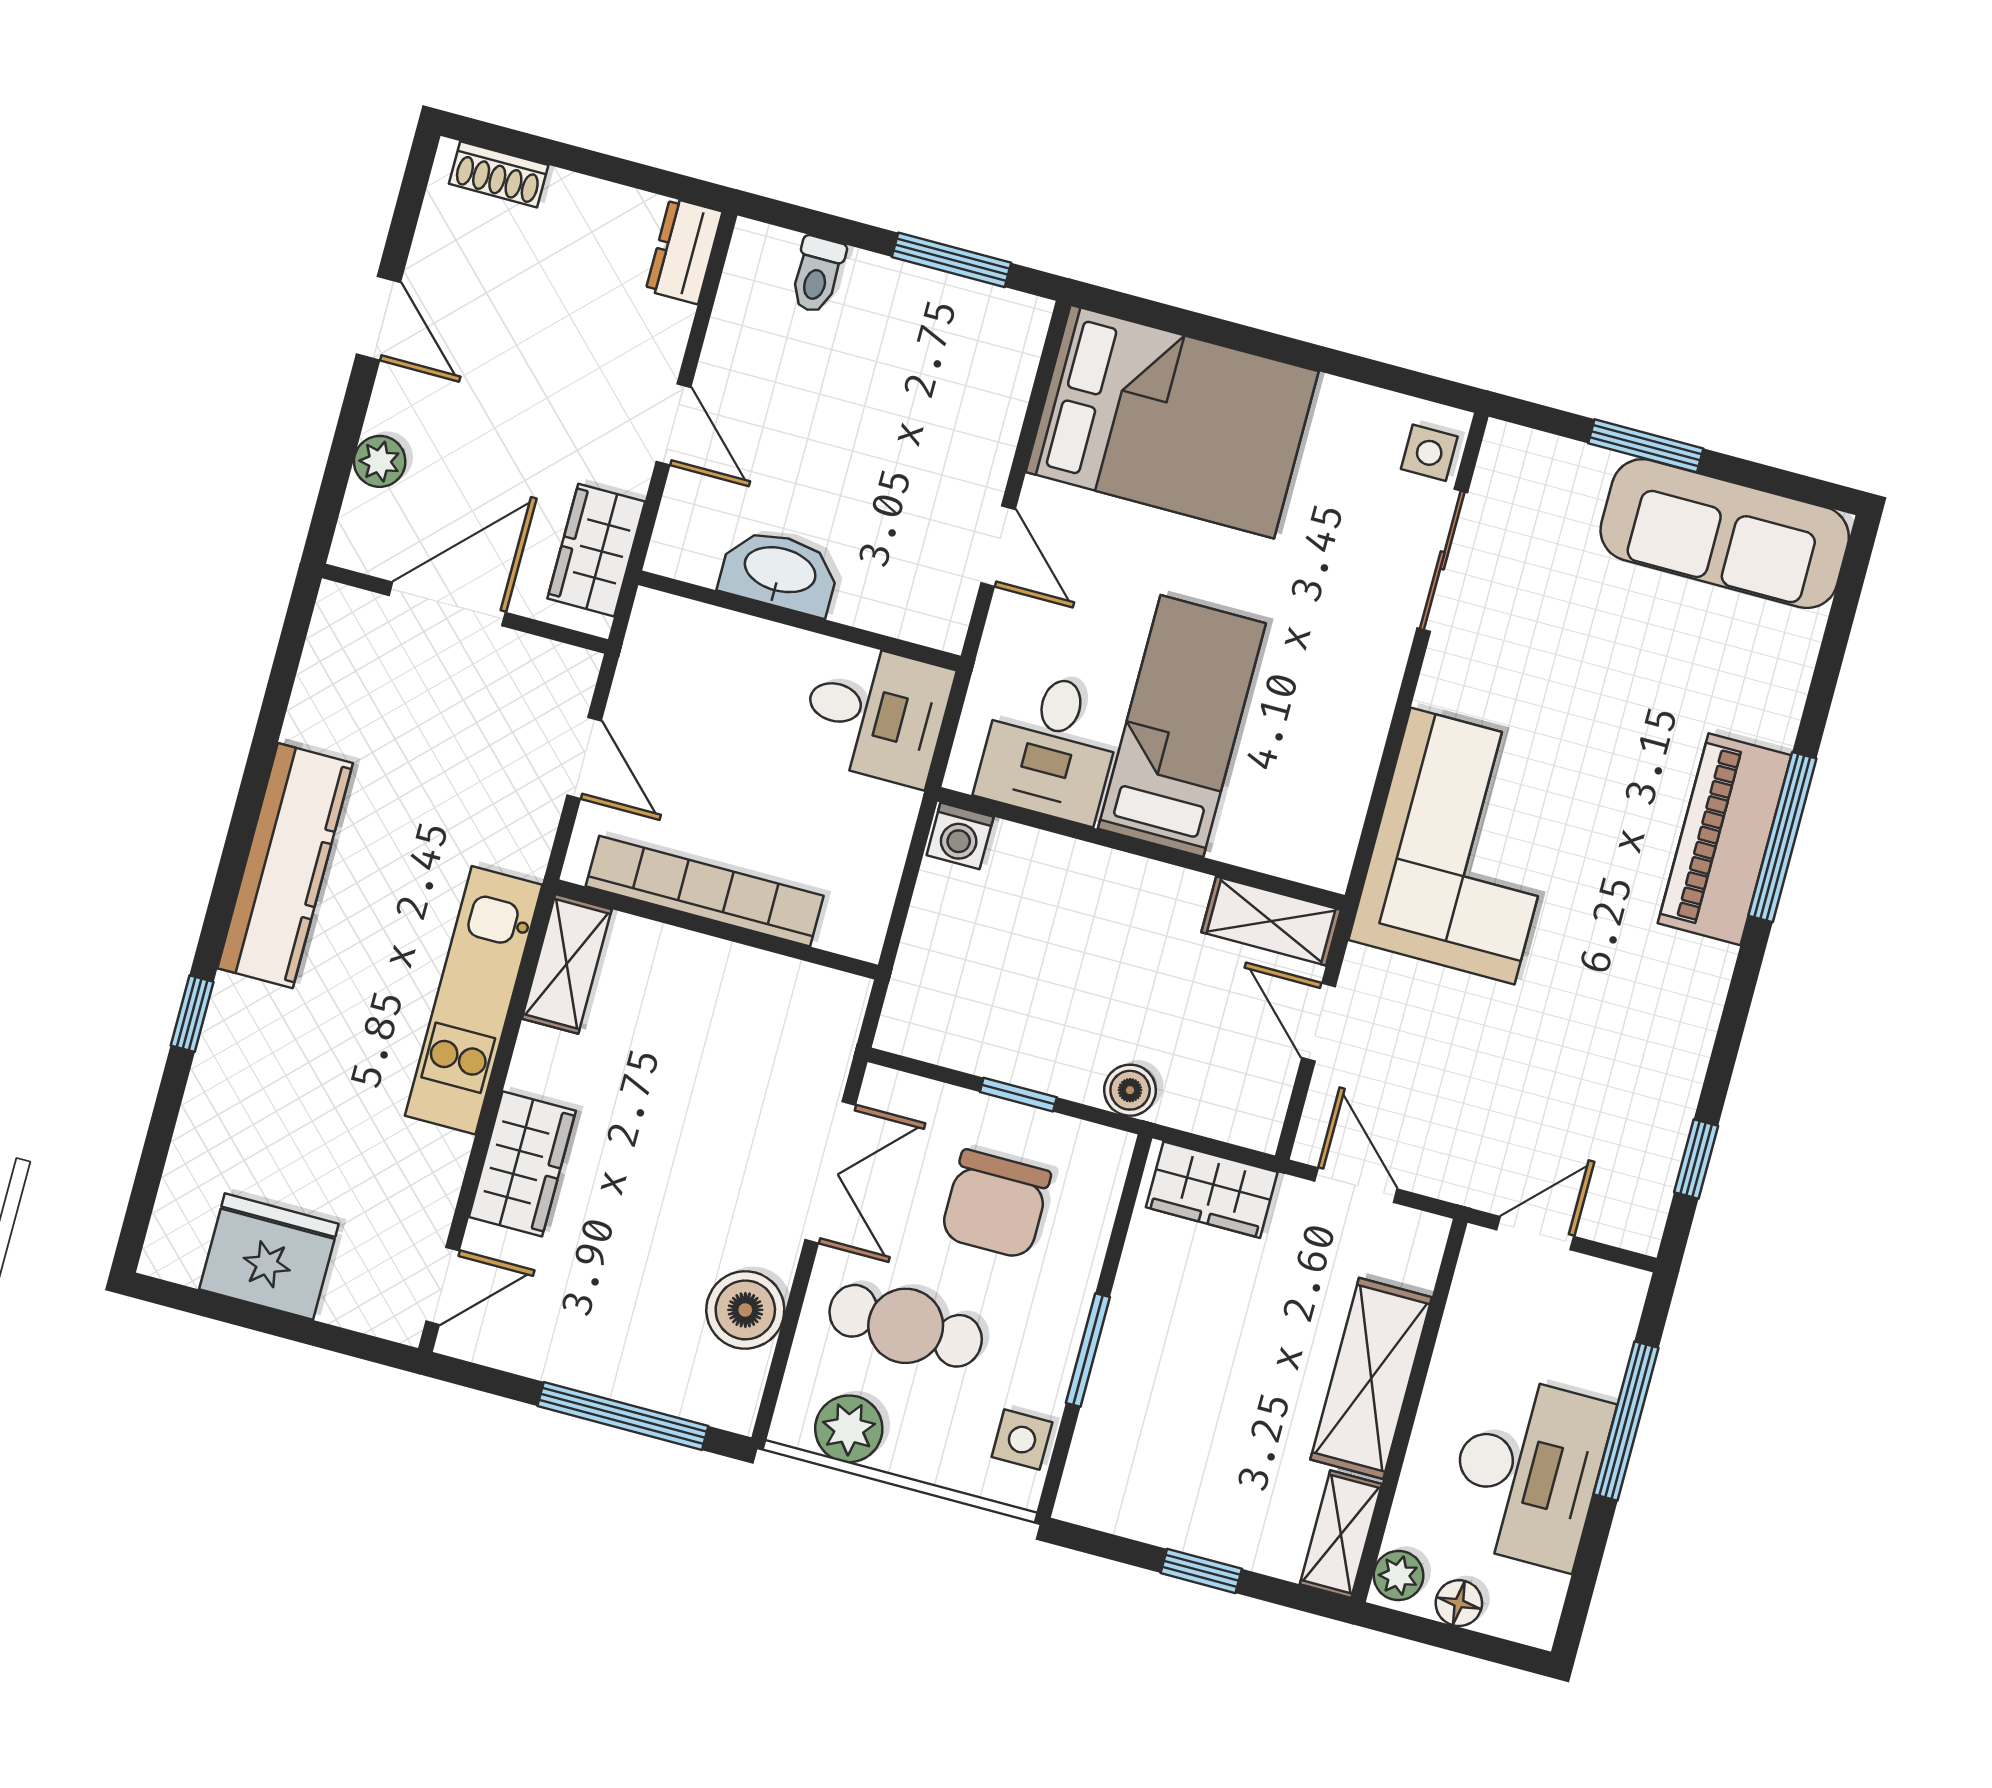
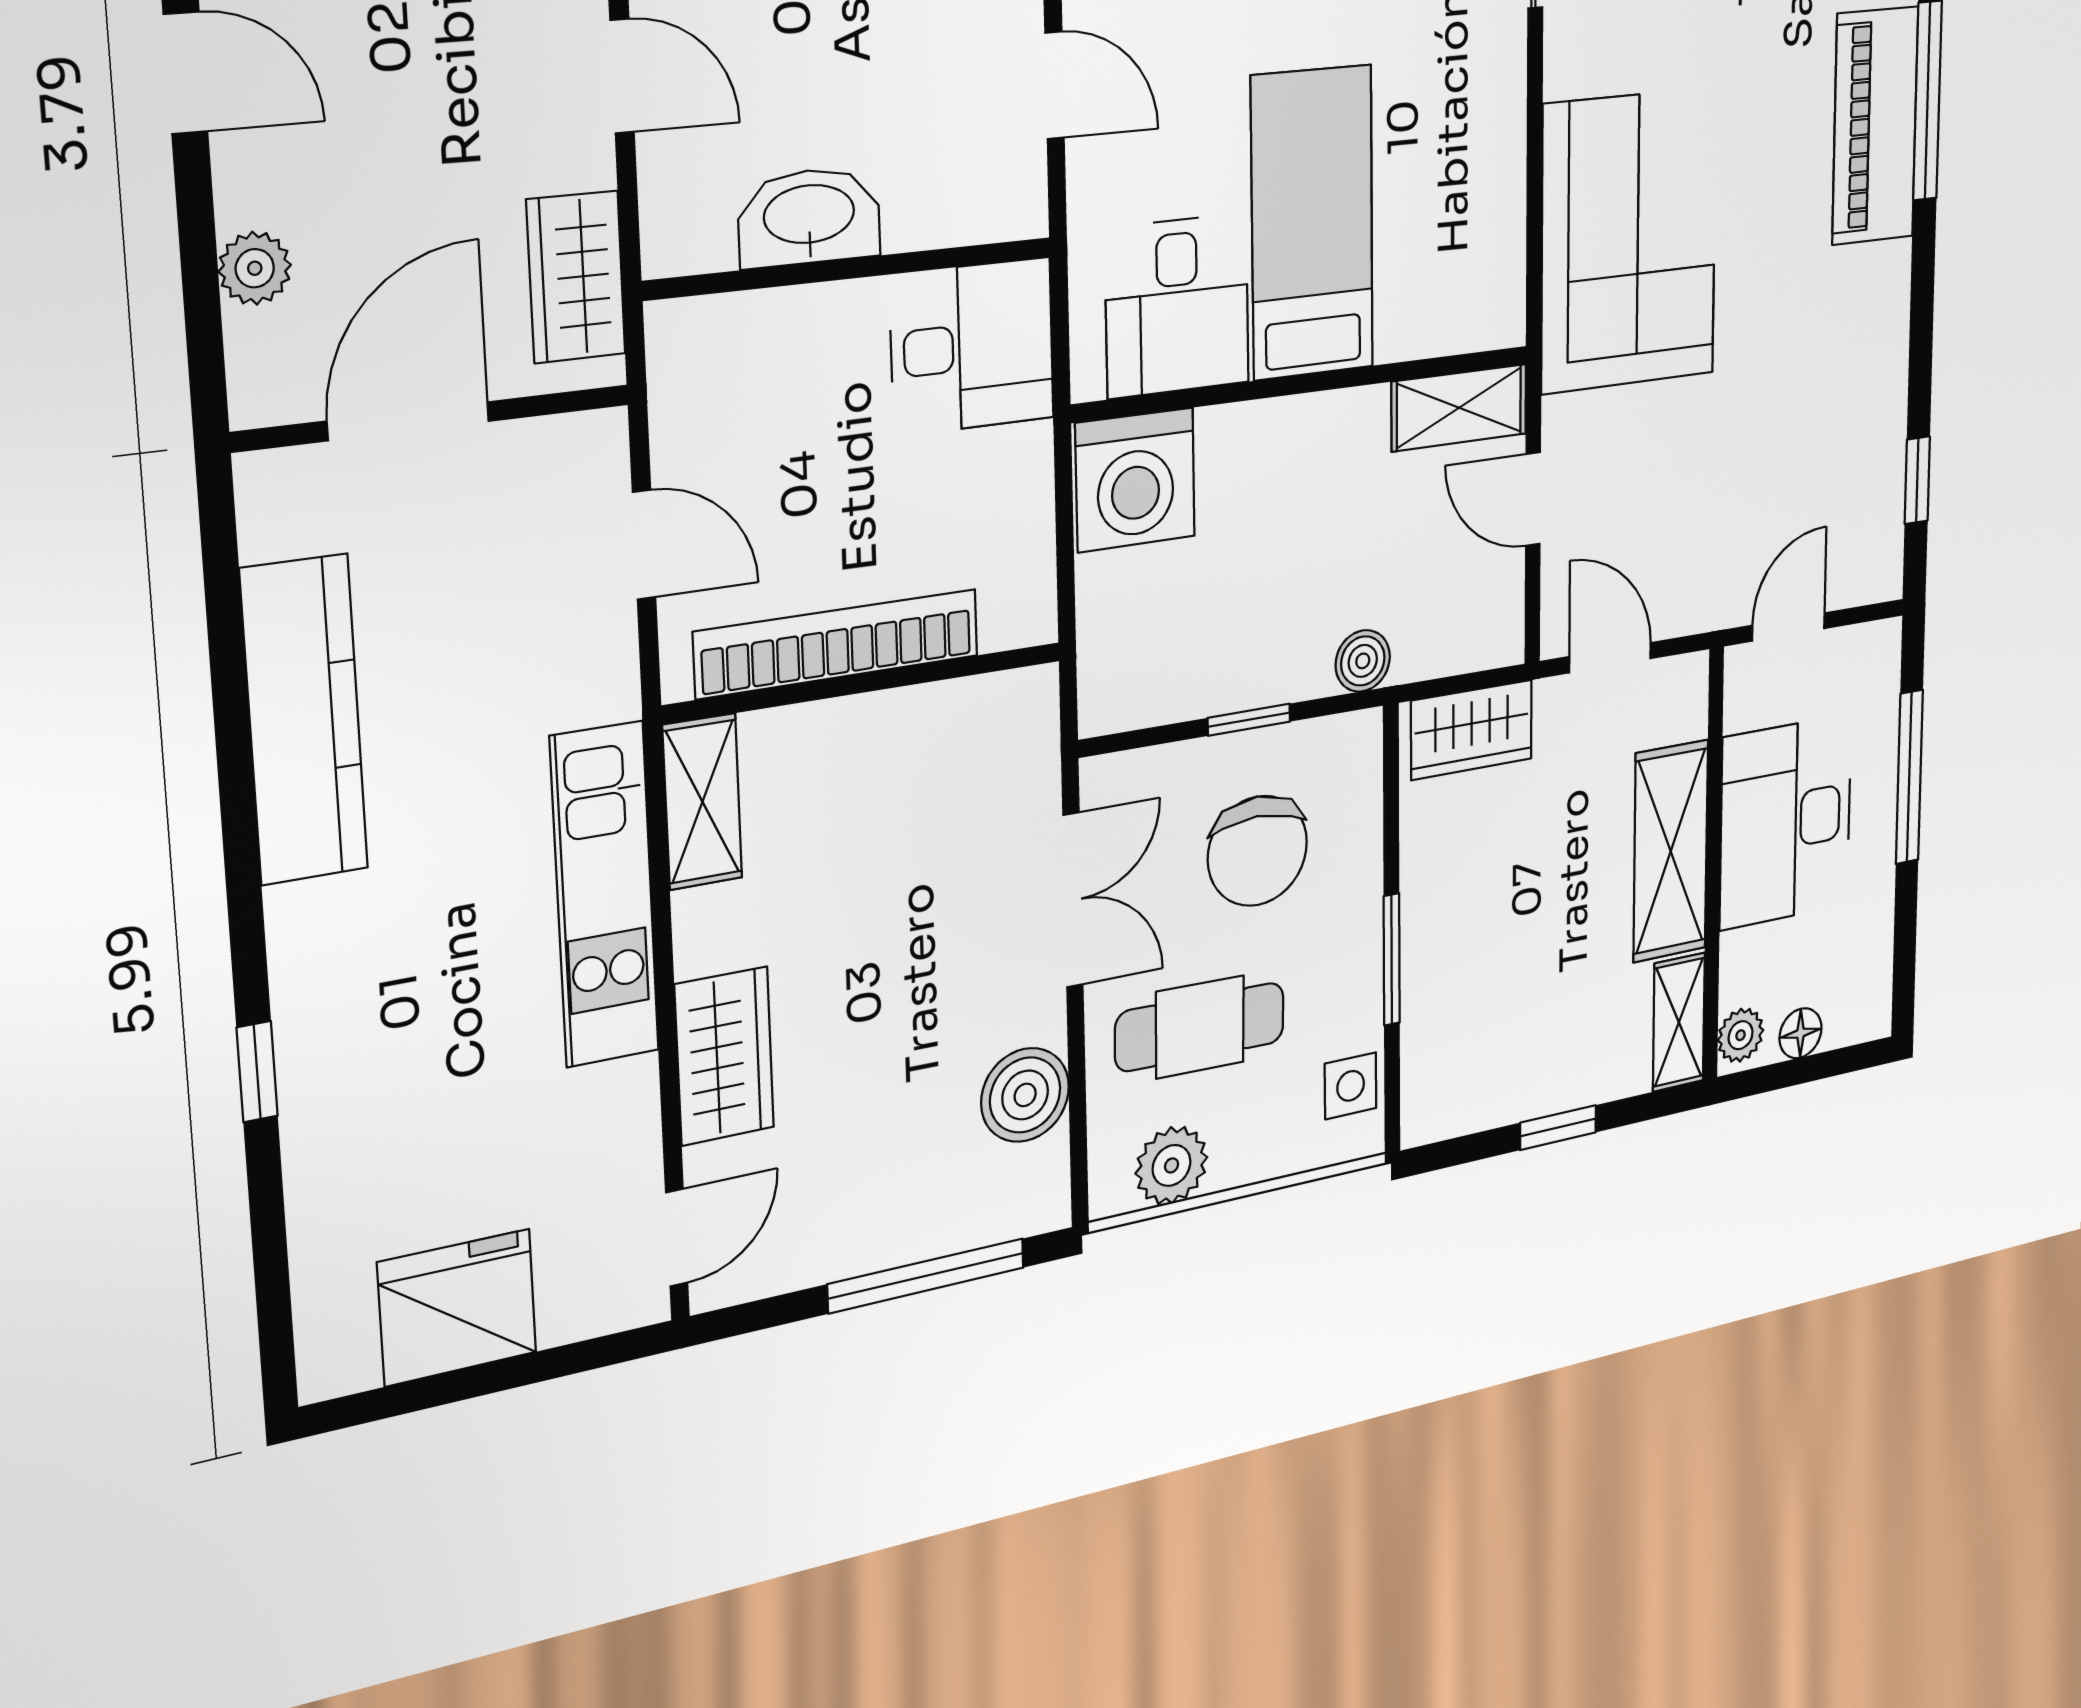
washing machine: (960, 836) -> (1135, 480), width x1.89, depth x1.89
kitchen counter: (285, 866) -> (304, 720), moved
desk: (1528, 1471) -> (1786, 822), moved, turned 180

